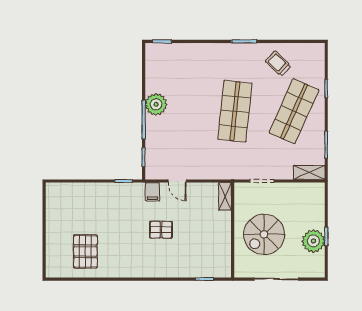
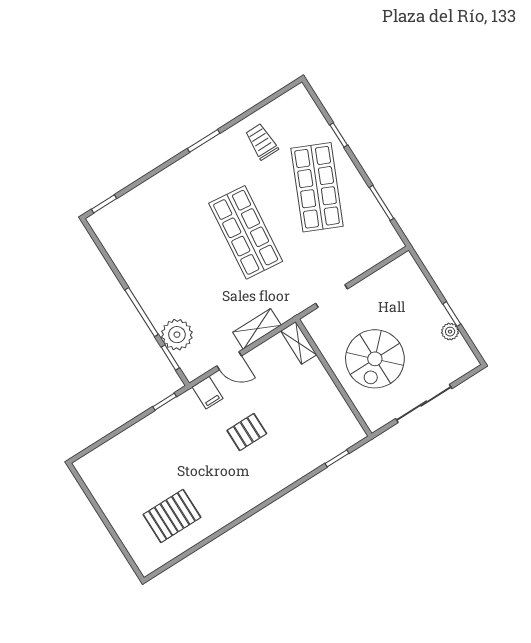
trolley: (278, 64) -> (261, 142), turned 47
plant: (156, 104) -> (177, 335), moved
shelving: (309, 172) -> (257, 329), moved
plant: (313, 241) -> (450, 332), width x0.53, depth x0.53
pallet: (85, 251) -> (172, 516), turned 90

